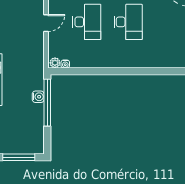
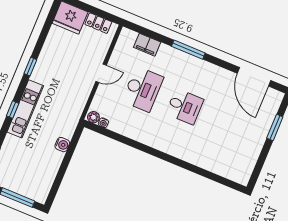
desk: (128, 22) -> (185, 107), width x0.73
window: (47, 103) -> (69, 154), removed

